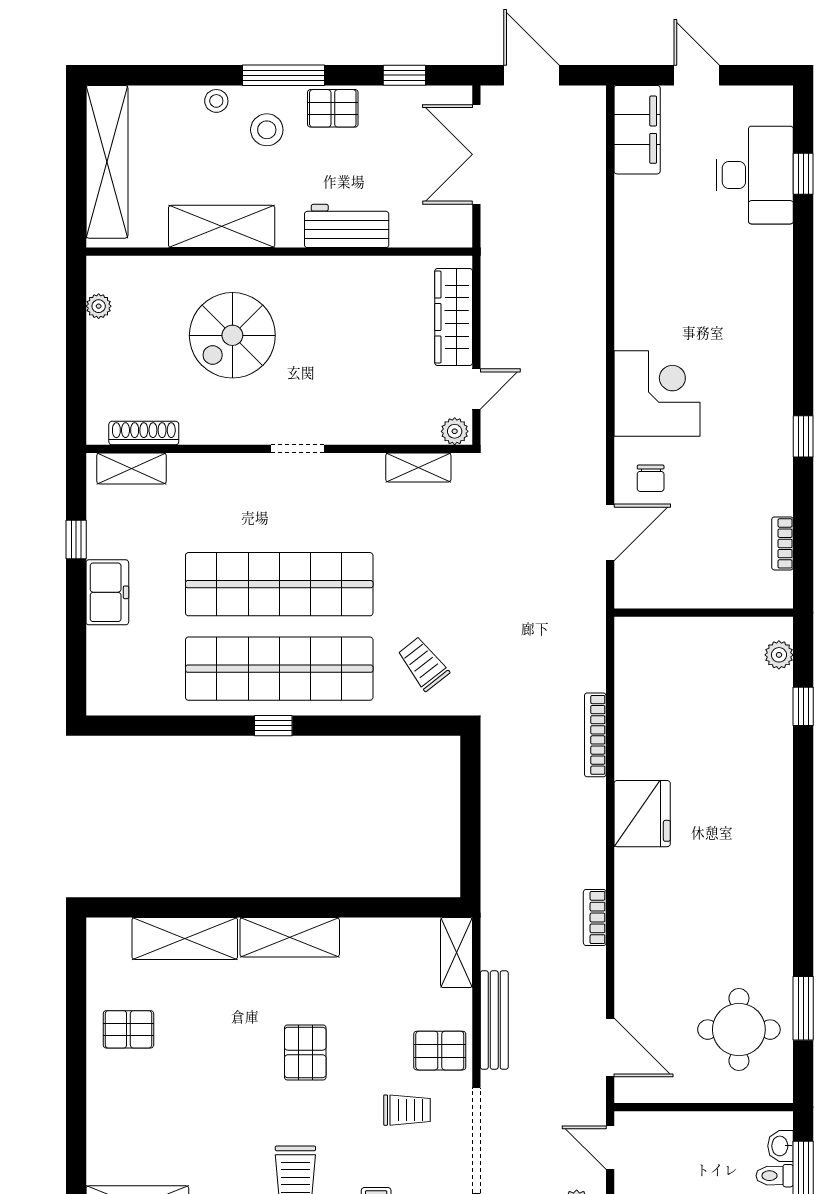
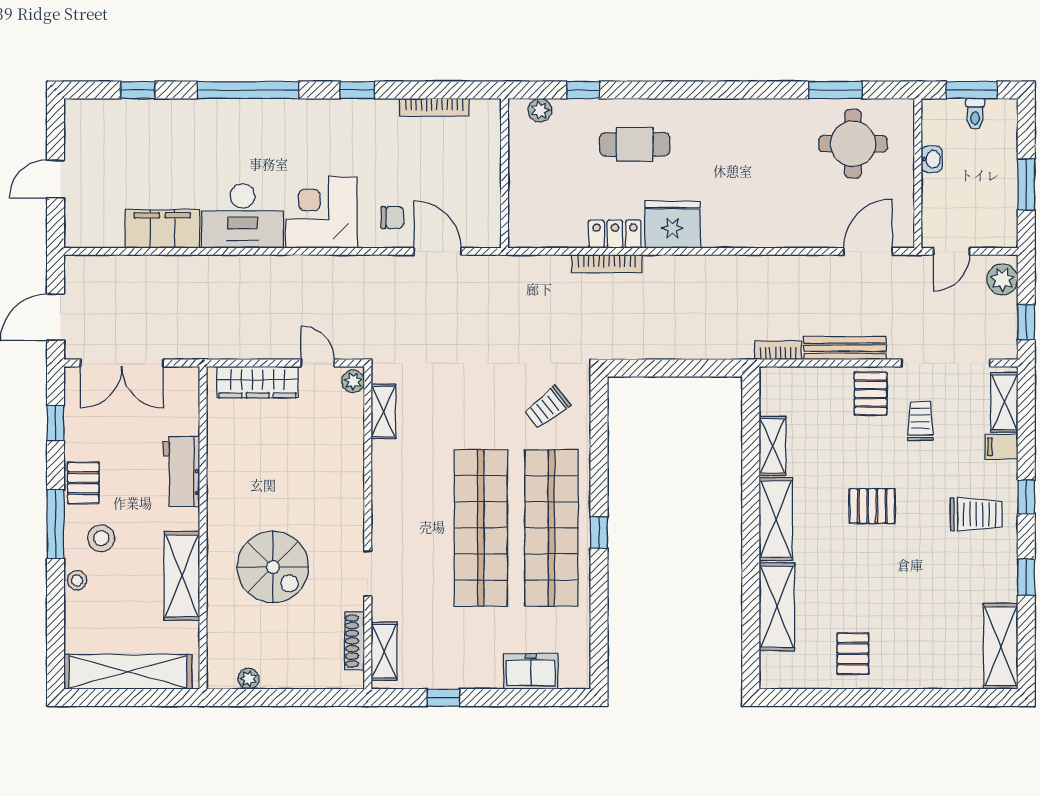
filing cabinet: (637, 130) -> (162, 229), moved
desk: (755, 175) -> (243, 216), moved, turned 180
window: (803, 306) -> (248, 90), added
doorway: (298, 449) -> (368, 574), moved
bookcase: (783, 543) -> (434, 107), width x1.56
freezer: (107, 592) -> (531, 671), moved
locker: (631, 745) -> (615, 234), added
cafe table: (738, 768) -> (635, 144), added
bookcase: (595, 917) -> (778, 350), moved, turned 180
shelving: (457, 953) -> (772, 446), moved, turned 90
washbasin: (781, 1146) -> (932, 159), moved, turned -90

